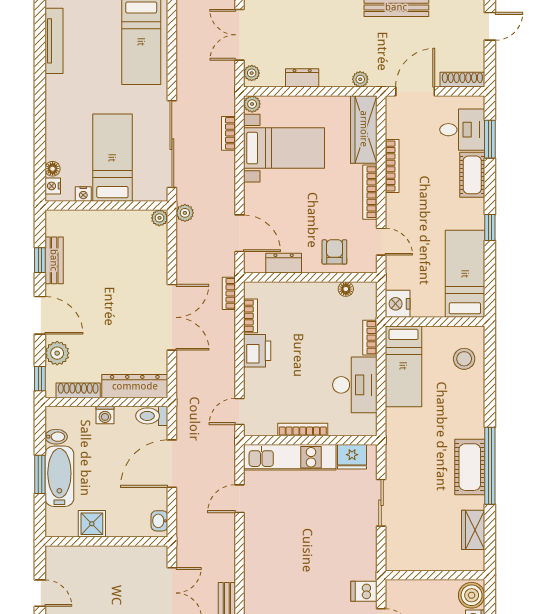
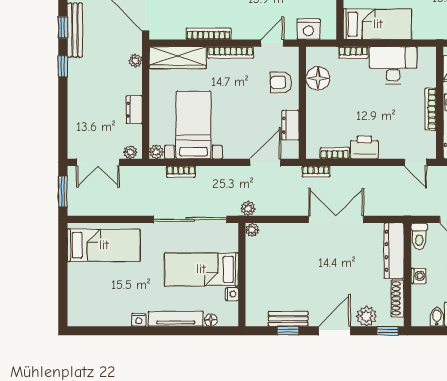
tv unit: (54, 41) -> (176, 319), moved
nightstand: (53, 186) -> (139, 320), moved
floor lamp: (346, 289) -> (318, 78), width x1.89, depth x1.89
nightstand: (398, 304) -> (309, 29), moved

